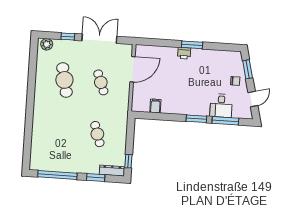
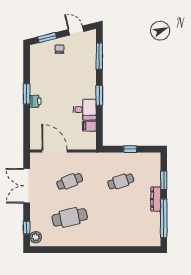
window: (68, 37) -> (27, 228), moved
desk: (221, 106) -> (85, 110), moved
window: (196, 119) -> (99, 95), moved
window: (128, 161) -> (130, 149), moved
dresser: (112, 171) -> (156, 199), moved

